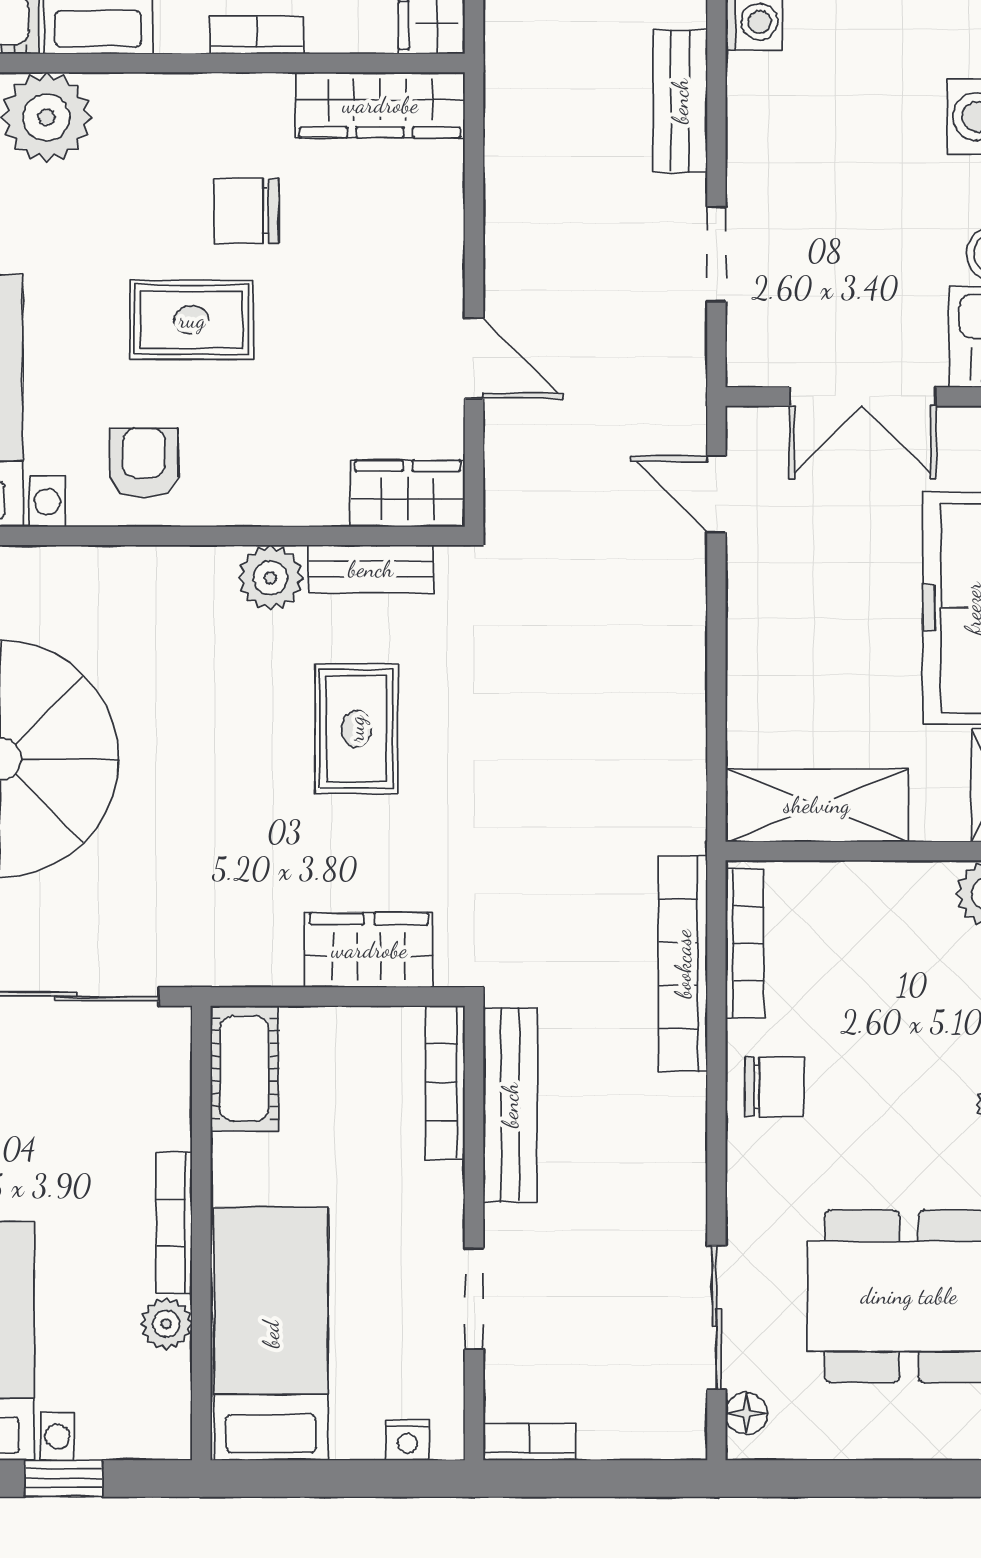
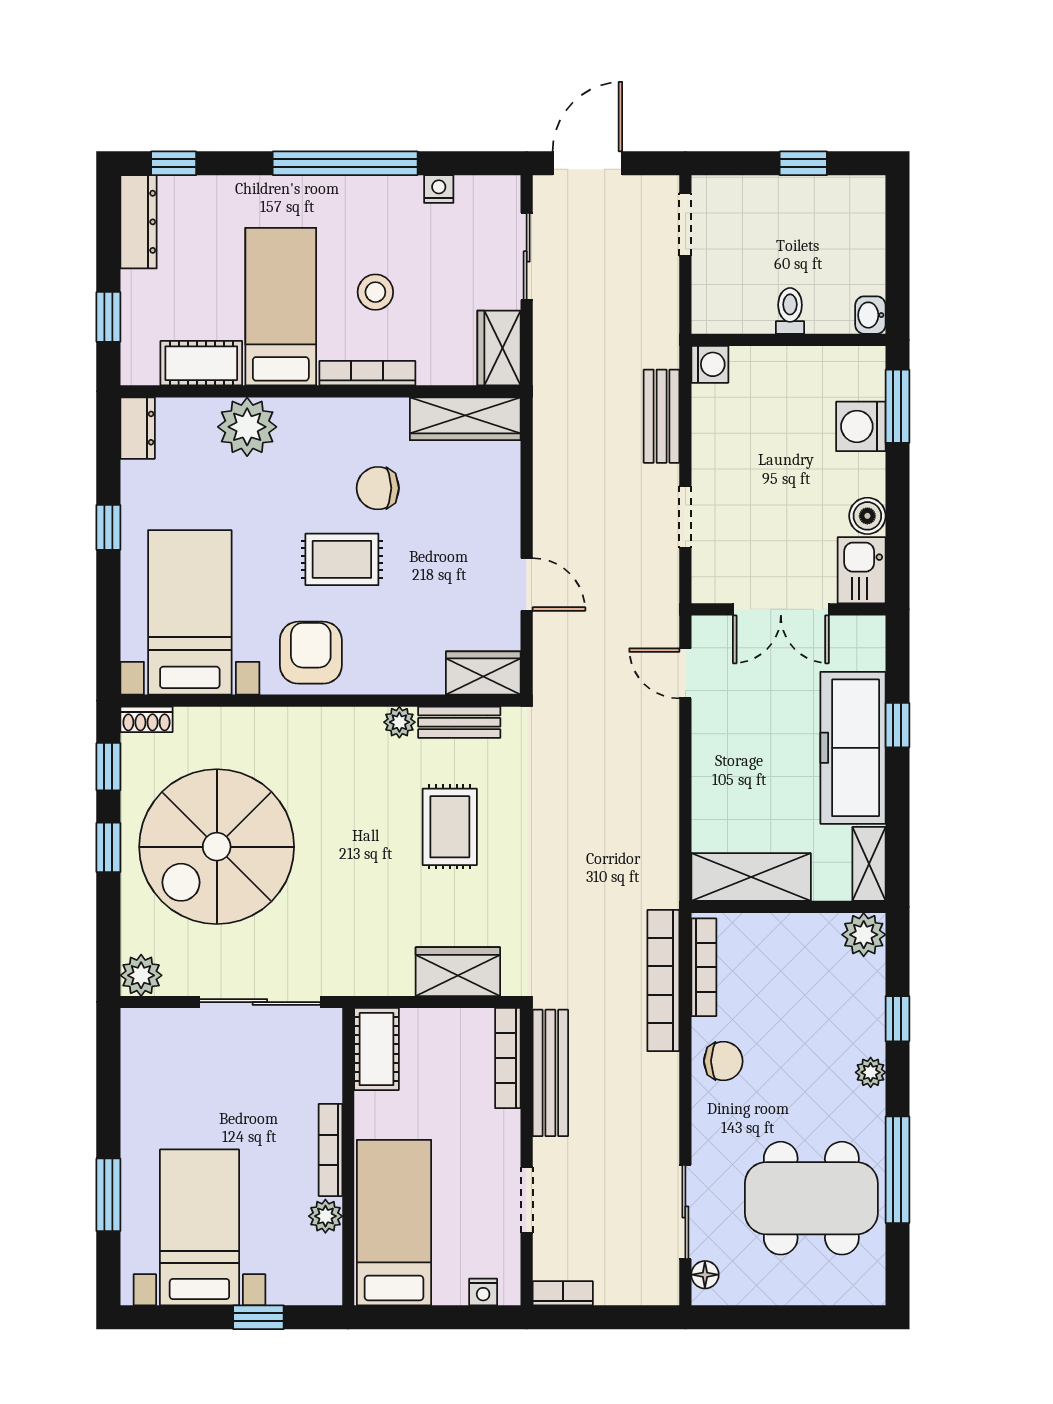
bookcase: (257, 35) -> (367, 373), width x1.56
armchair: (144, 463) -> (311, 653), width x1.38, depth x1.38
plant: (270, 578) -> (399, 722), width x0.73, depth x0.73

